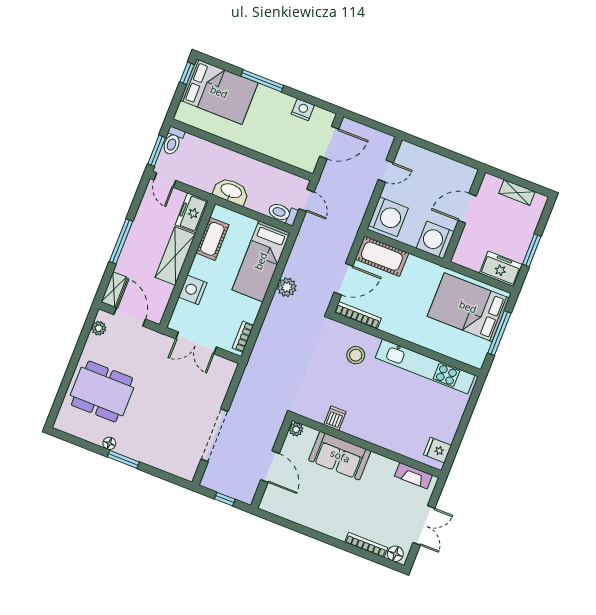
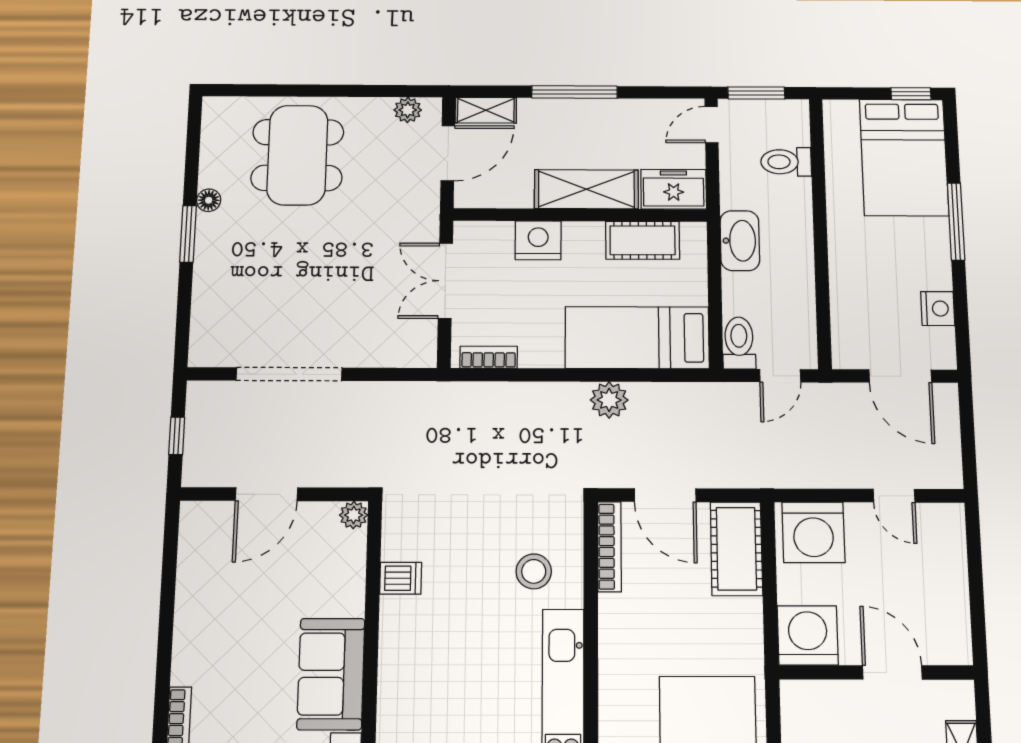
toilet: (173, 141) -> (786, 162), moved
sofa: (340, 456) -> (331, 674), moved

